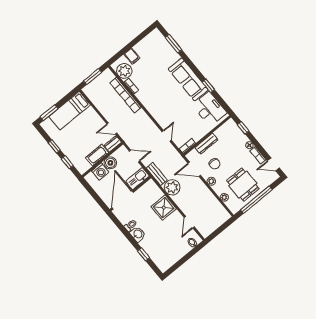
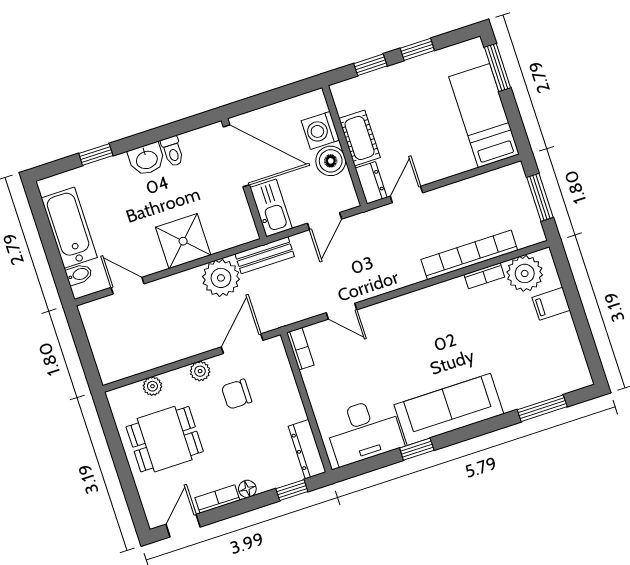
dresser: (207, 144) -> (307, 449), moved
window: (256, 200) -> (119, 456), removed
bathtub: (176, 254) -> (69, 228), added

